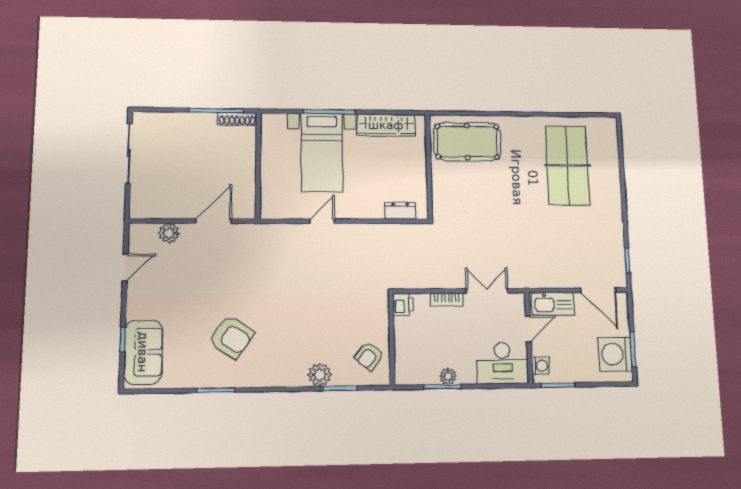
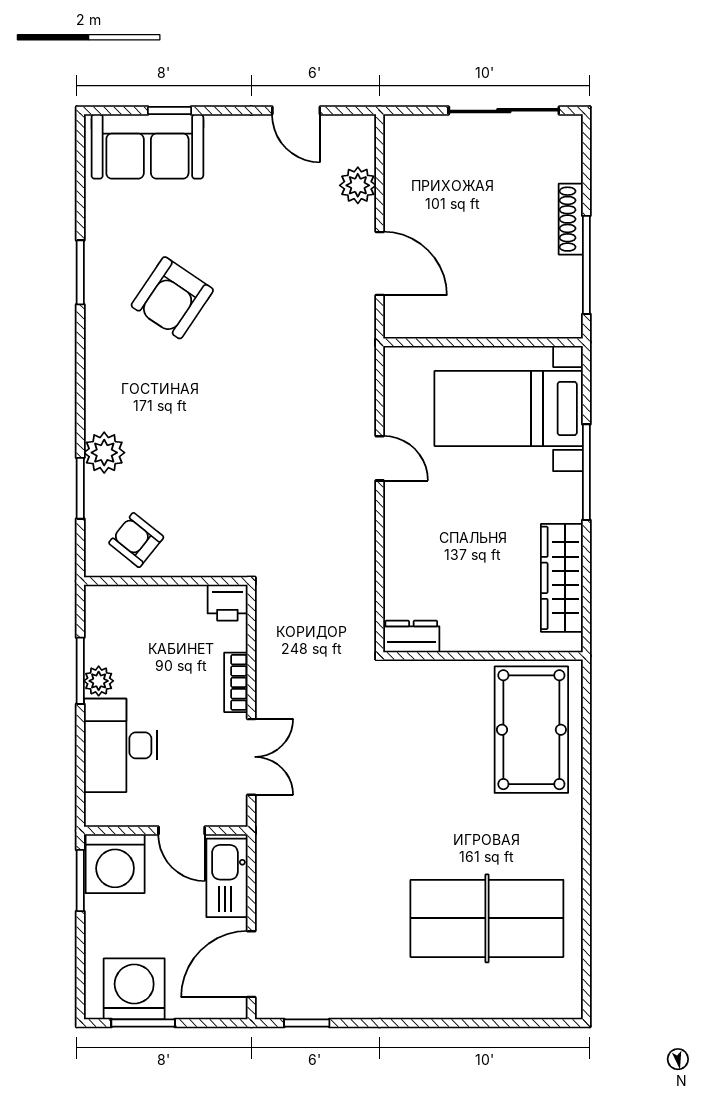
shoe rack: (237, 119) -> (571, 219), moved
bed with nightstands: (322, 152) -> (509, 408), moved
dresser: (400, 211) -> (411, 637), moved, turned -90
desk: (502, 363) -> (121, 745), moved
washing machine: (541, 366) -> (115, 864), width x1.89, depth x1.89

